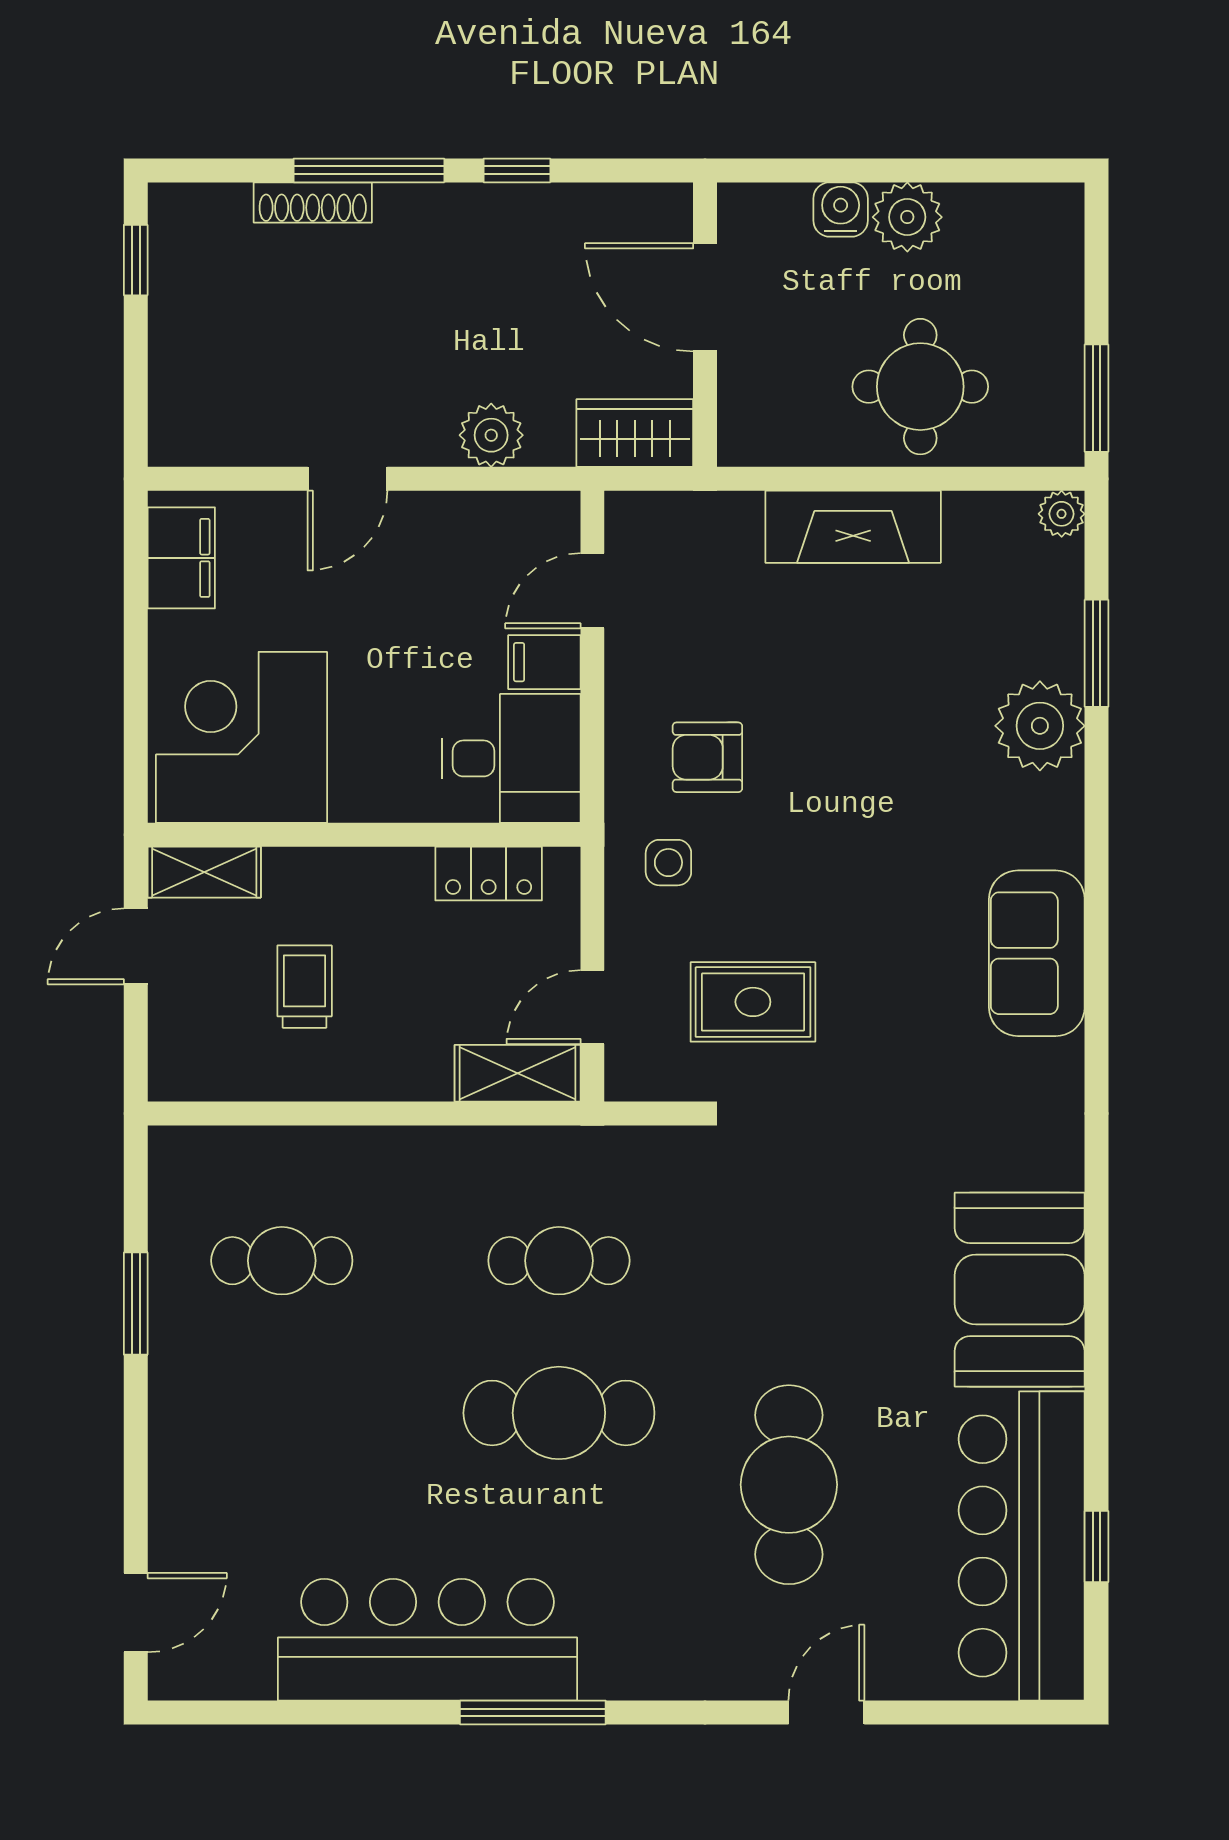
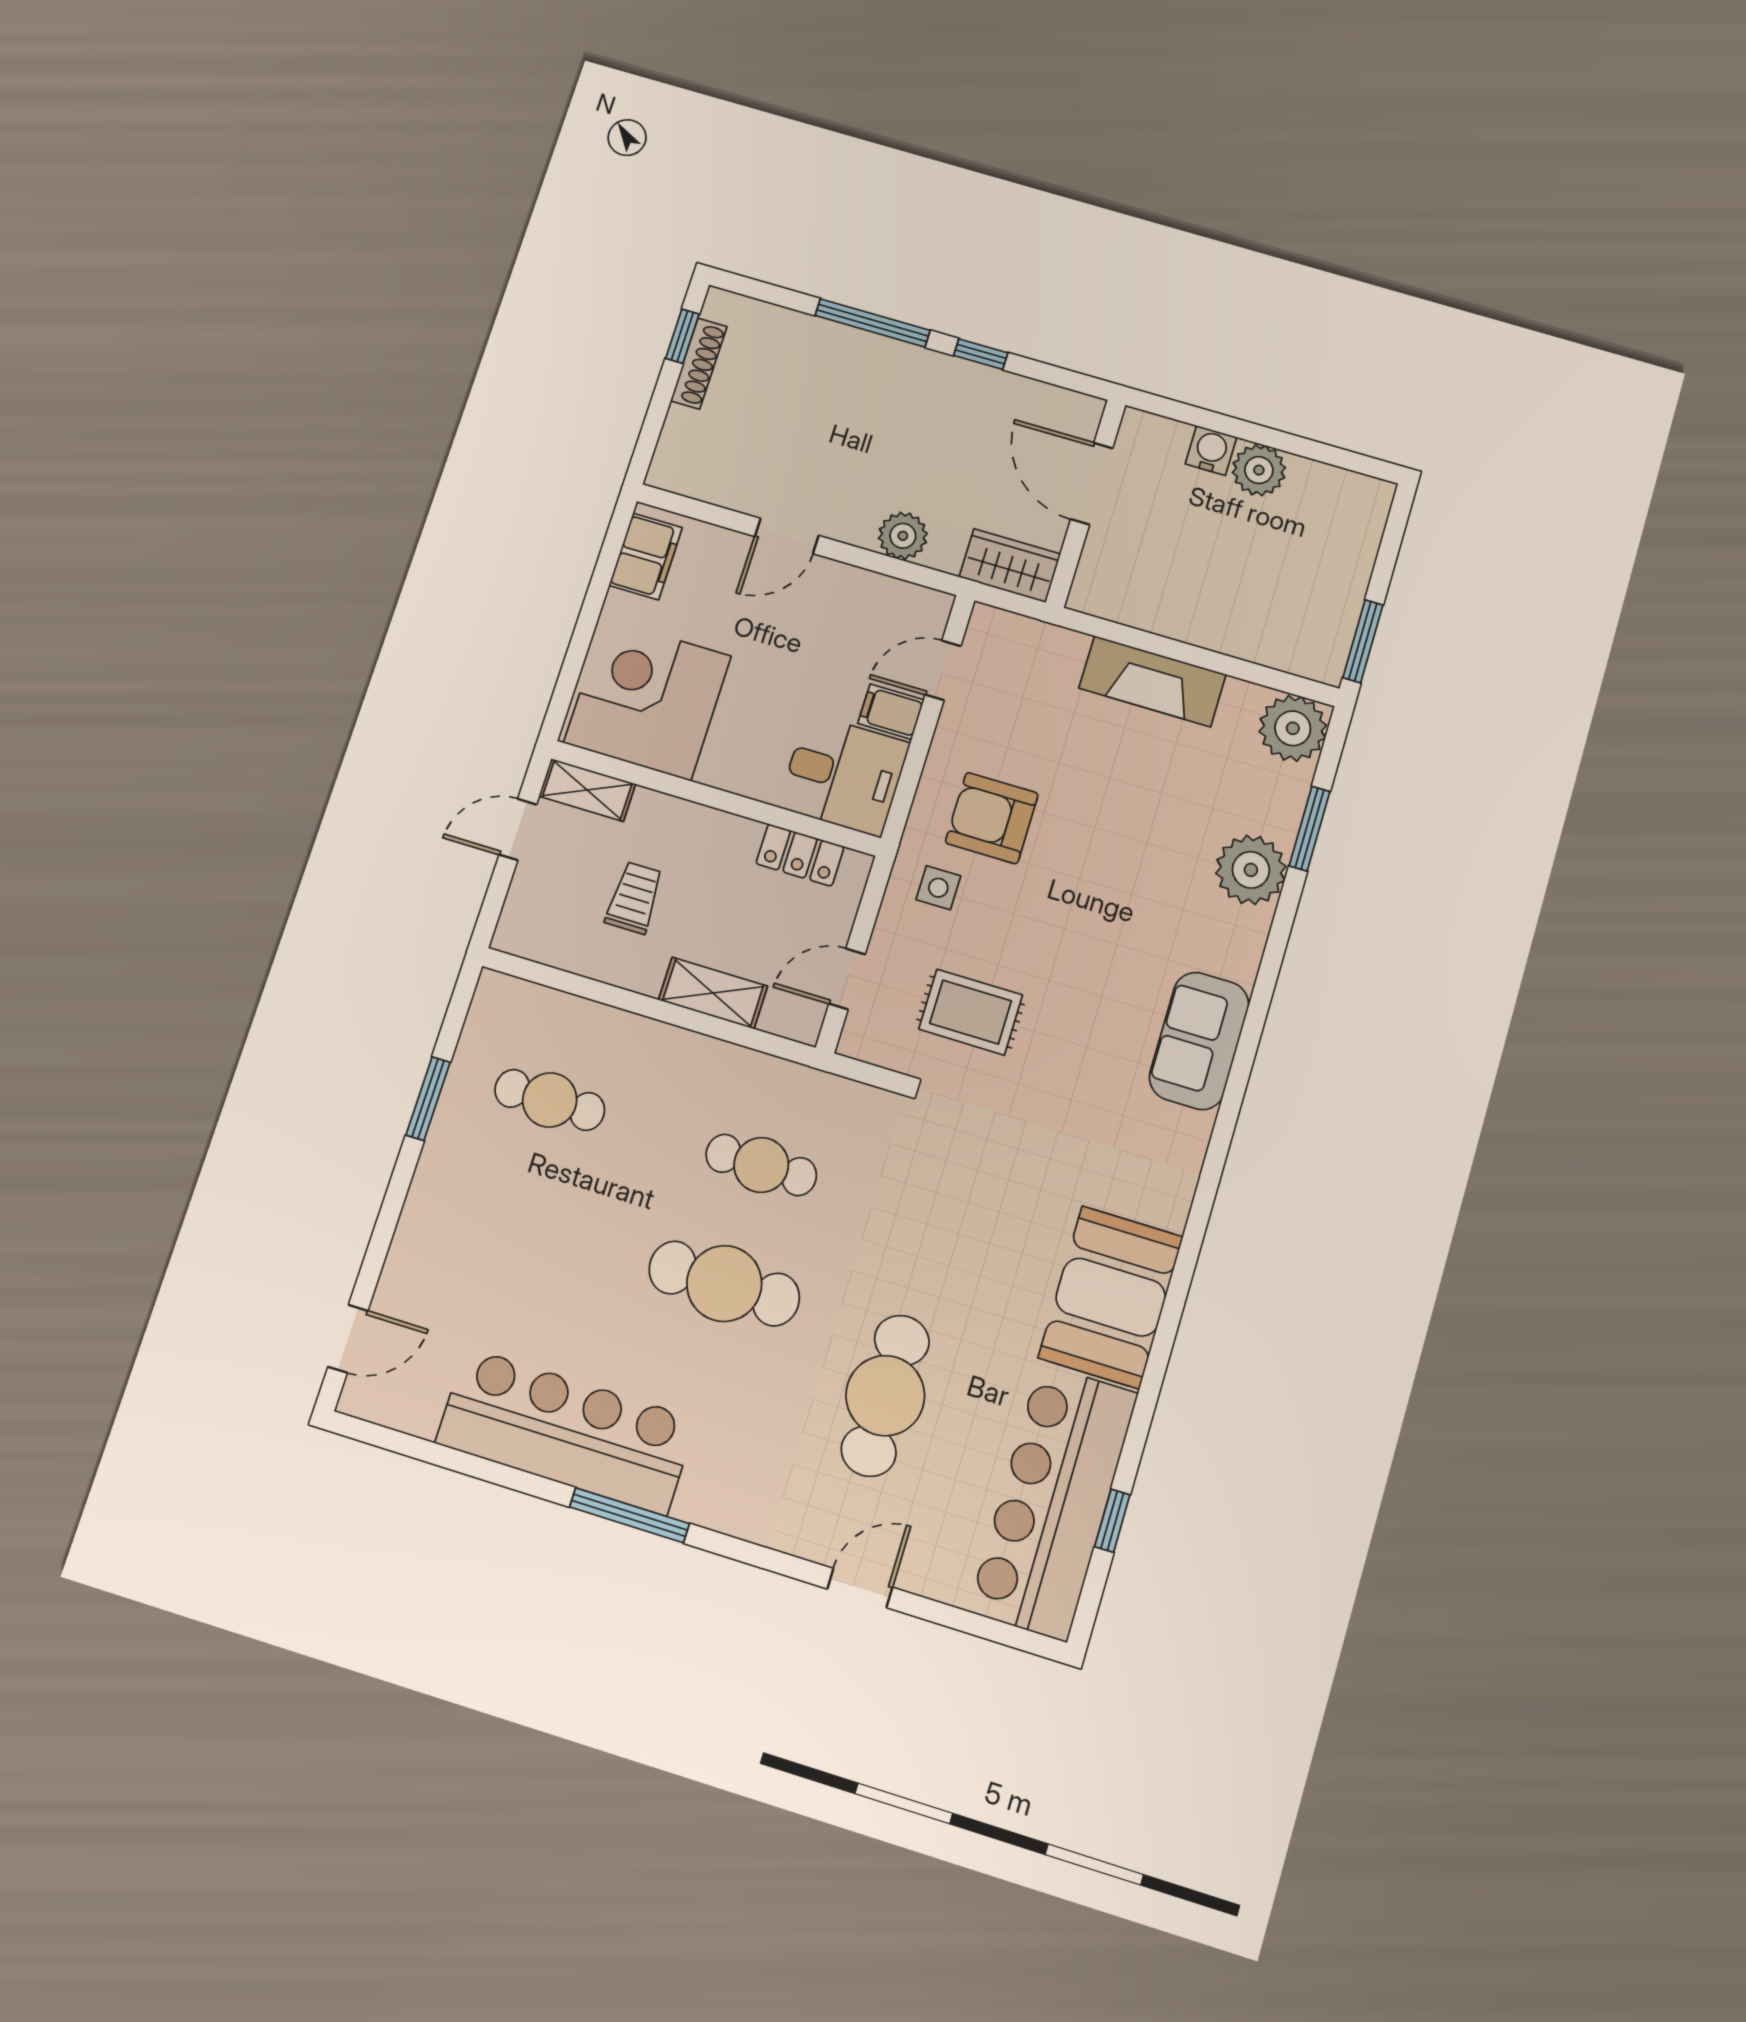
shoe rack: (313, 202) -> (699, 364), moved, turned -90
round table: (920, 387) -> (1233, 594), removed
plant: (1062, 514) -> (1293, 728), width x1.87, depth x1.87
armchair: (707, 757) -> (992, 818), width x1.38, depth x1.38
shelving: (518, 1073) -> (713, 993), moved

